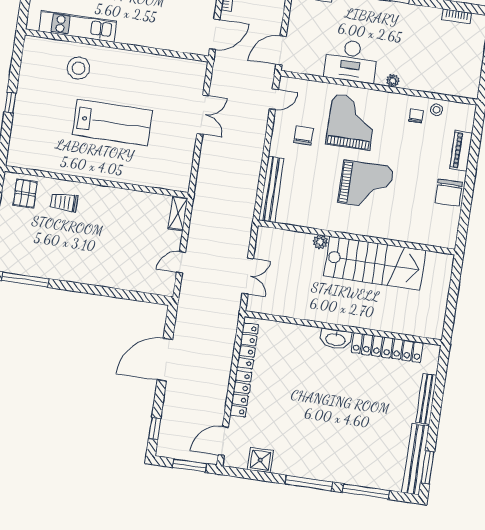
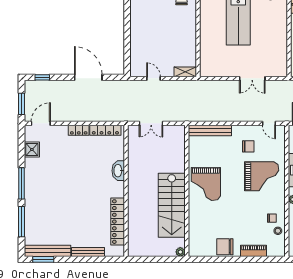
grand piano: (366, 185) -> (206, 184), moved
plant: (320, 242) -> (180, 252), moved
washbasin: (336, 339) -> (118, 171), moved
locker: (241, 394) -> (79, 130), width x0.66
door: (223, 441) -> (41, 123), hinge flipped

